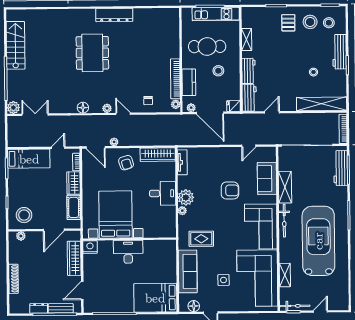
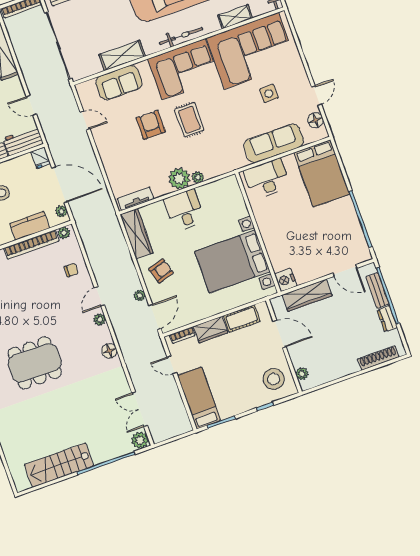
door: (210, 113) -> (60, 185), hinge flipped
bicycle: (284, 221) -> (181, 36), moved
rug: (201, 239) -> (189, 120), moved
desk: (128, 252) -> (267, 179), moved, turned 90
shoe rack: (13, 279) -> (378, 358), moved

